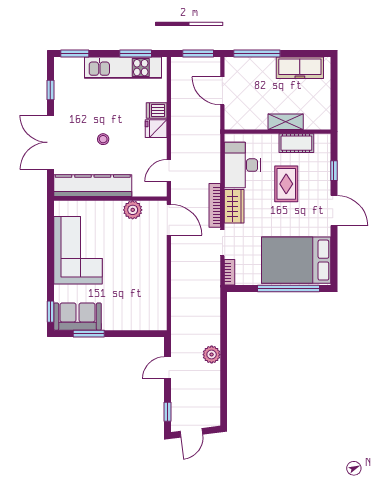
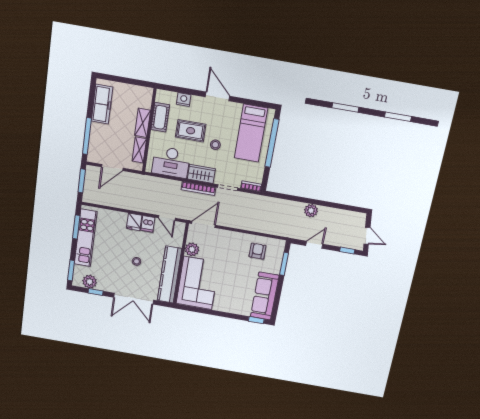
plant: (64, 80) -> (90, 282), added
dishwasher: (157, 110) -> (148, 224), moved
shelving: (251, 122) -> (139, 150), added
nightstand: (323, 169) -> (184, 99), added
window: (334, 171) -> (186, 91), removed
door: (334, 211) -> (217, 96), hinge flipped
stool: (274, 218) -> (215, 145), added
corner sofa: (78, 250) -> (198, 283), moved, turned 90
bed: (296, 260) -> (251, 133), width x0.67
armchair: (146, 296) -> (258, 251), added
sofa: (77, 317) -> (265, 296), width x1.36
window: (89, 334) -> (284, 264), moved
door: (167, 368) -> (314, 245), swing flipped

